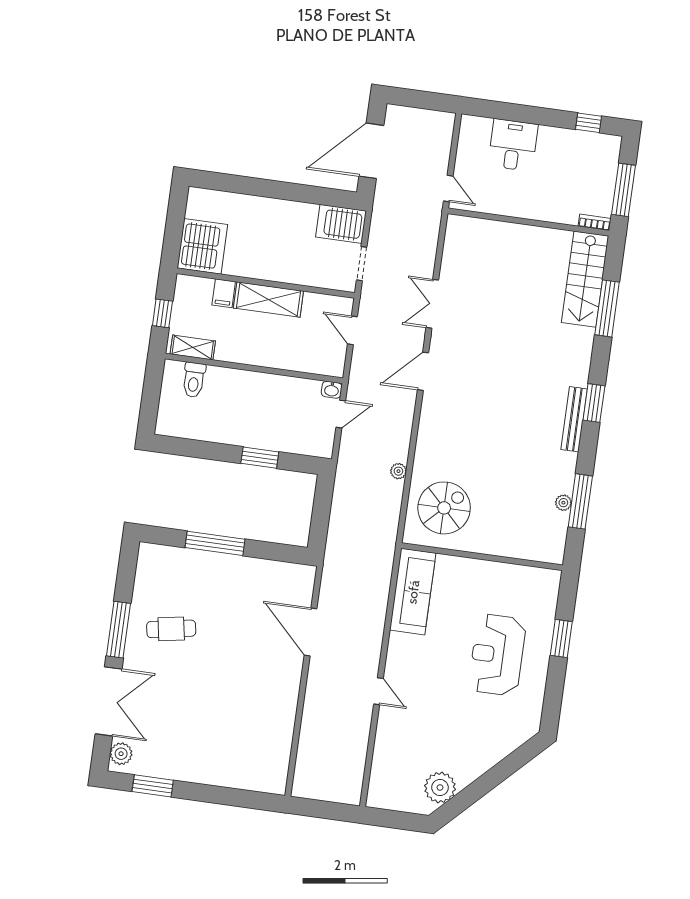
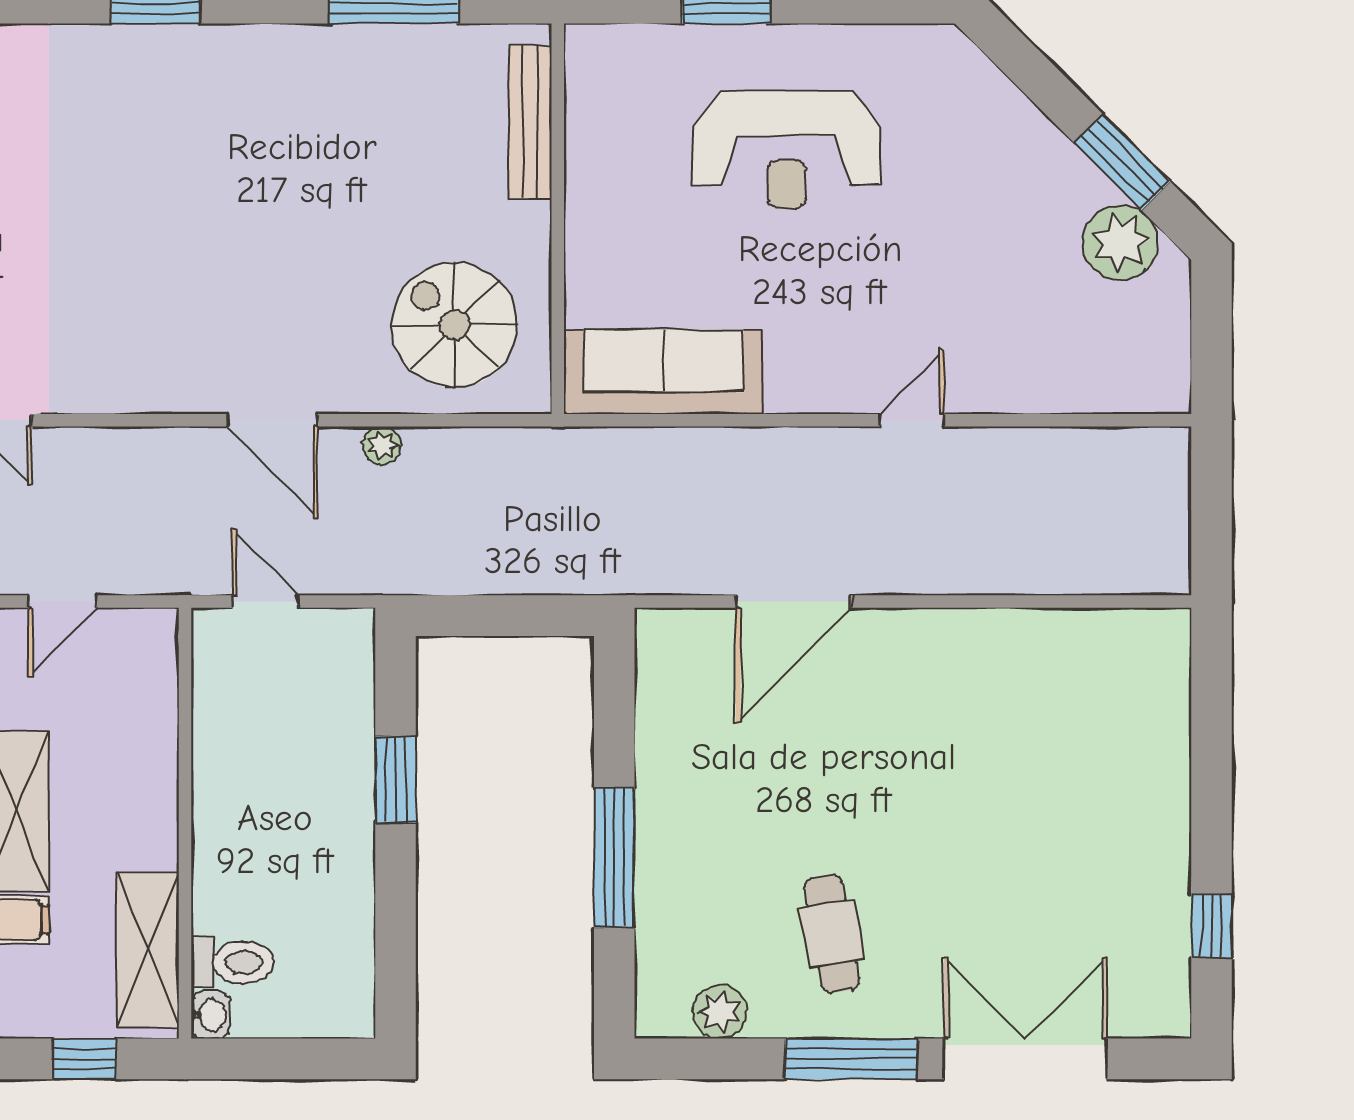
shelving: (193, 347) -> (148, 950), width x1.50, depth x1.33
door: (423, 371) -> (272, 420), moved
washbasin: (332, 390) -> (210, 1015), moved
bench: (574, 419) -> (530, 122), moved, turned 90
plant: (563, 503) -> (403, 43), removed
plant: (121, 754) -> (720, 1012), moved
window: (153, 786) -> (1212, 926), width x0.67
window: (473, 793) -> (1122, 162), added

